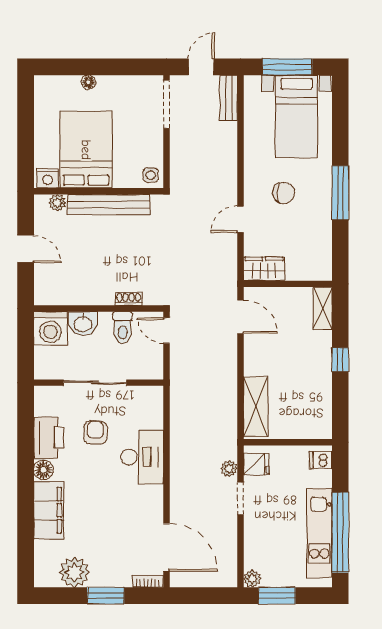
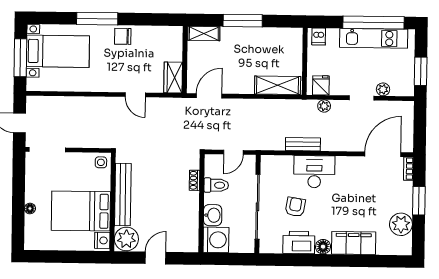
bench: (229, 98) -> (303, 144), moved
chair: (284, 193) -> (123, 36), moved, turned -90
window: (340, 193) -> (97, 19), moved
plant: (57, 203) -> (126, 239), width x1.87, depth x1.87
door: (166, 331) -> (233, 152), moved
window: (340, 360) -> (243, 21), width x2.17
sliding door: (95, 383) -> (257, 207), width x1.36
armchair: (95, 433) -> (295, 207), turned 99
doorway: (240, 499) -> (362, 98), moved
plant: (252, 579) -> (383, 89), moved

